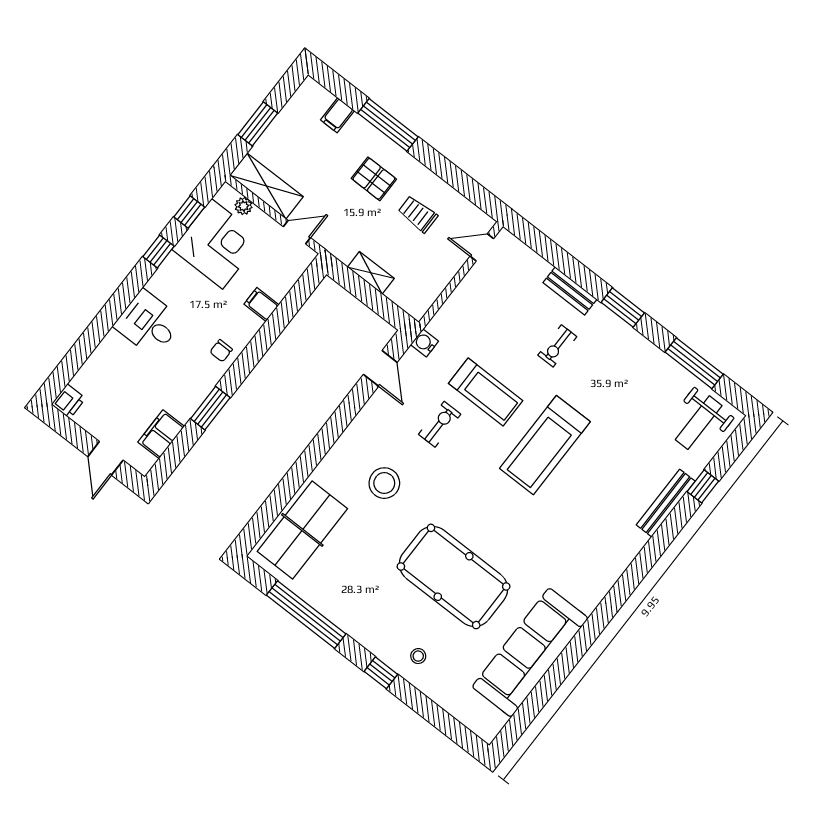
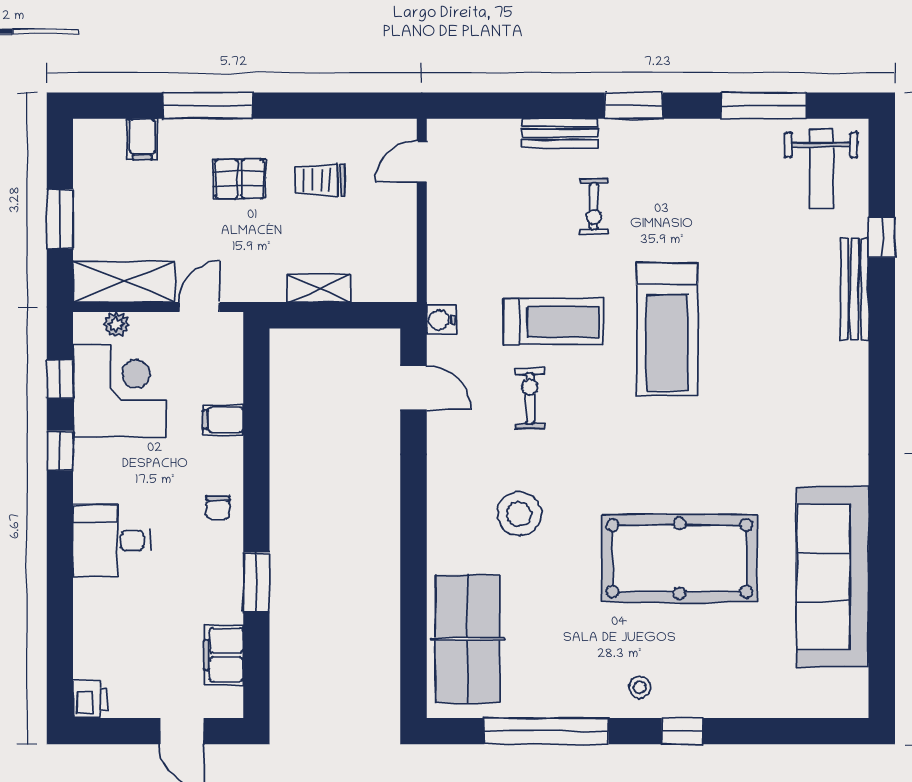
stool: (418, 656) -> (640, 687), moved

